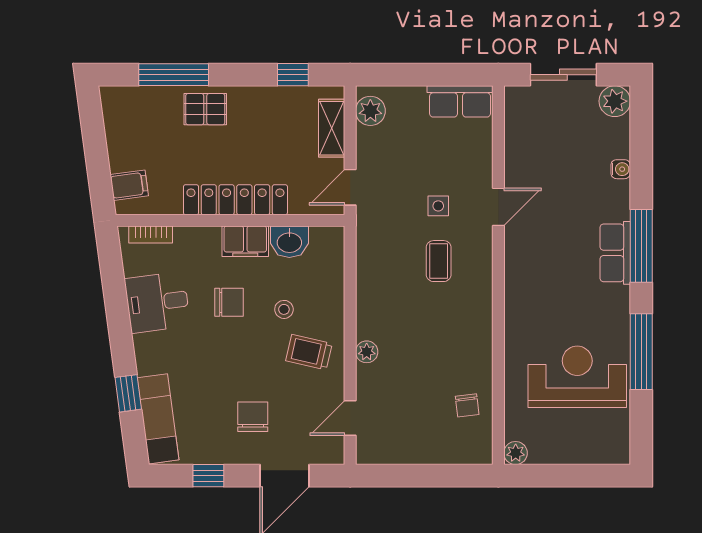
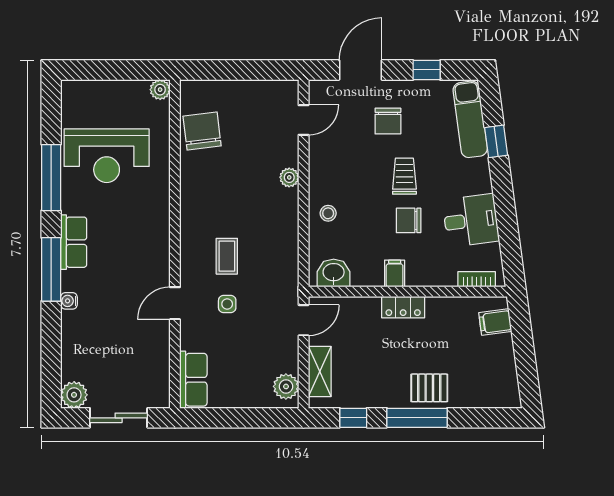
window: (174, 75) -> (417, 418), moved
row of seats: (460, 101) -> (193, 380), moved, turned 90
water cooler: (621, 169) -> (69, 301), moved
locker: (235, 200) -> (403, 307), width x0.46, depth x0.83
filing cabinet: (245, 241) -> (395, 273), width x0.50
washbasin: (289, 242) -> (334, 273), moved
row of seats: (615, 253) -> (74, 242), moved
stool: (284, 309) -> (328, 213), moved
trolley: (309, 352) -> (404, 176), moved, turned -103
chair: (467, 405) -> (202, 131), width x1.87, depth x1.87

